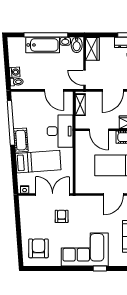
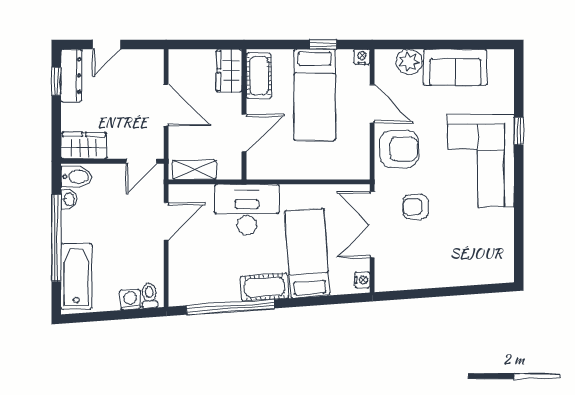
bathtub: (43, 45) -> (76, 276), moved
armchair: (38, 248) -> (399, 149), moved, turned 180

